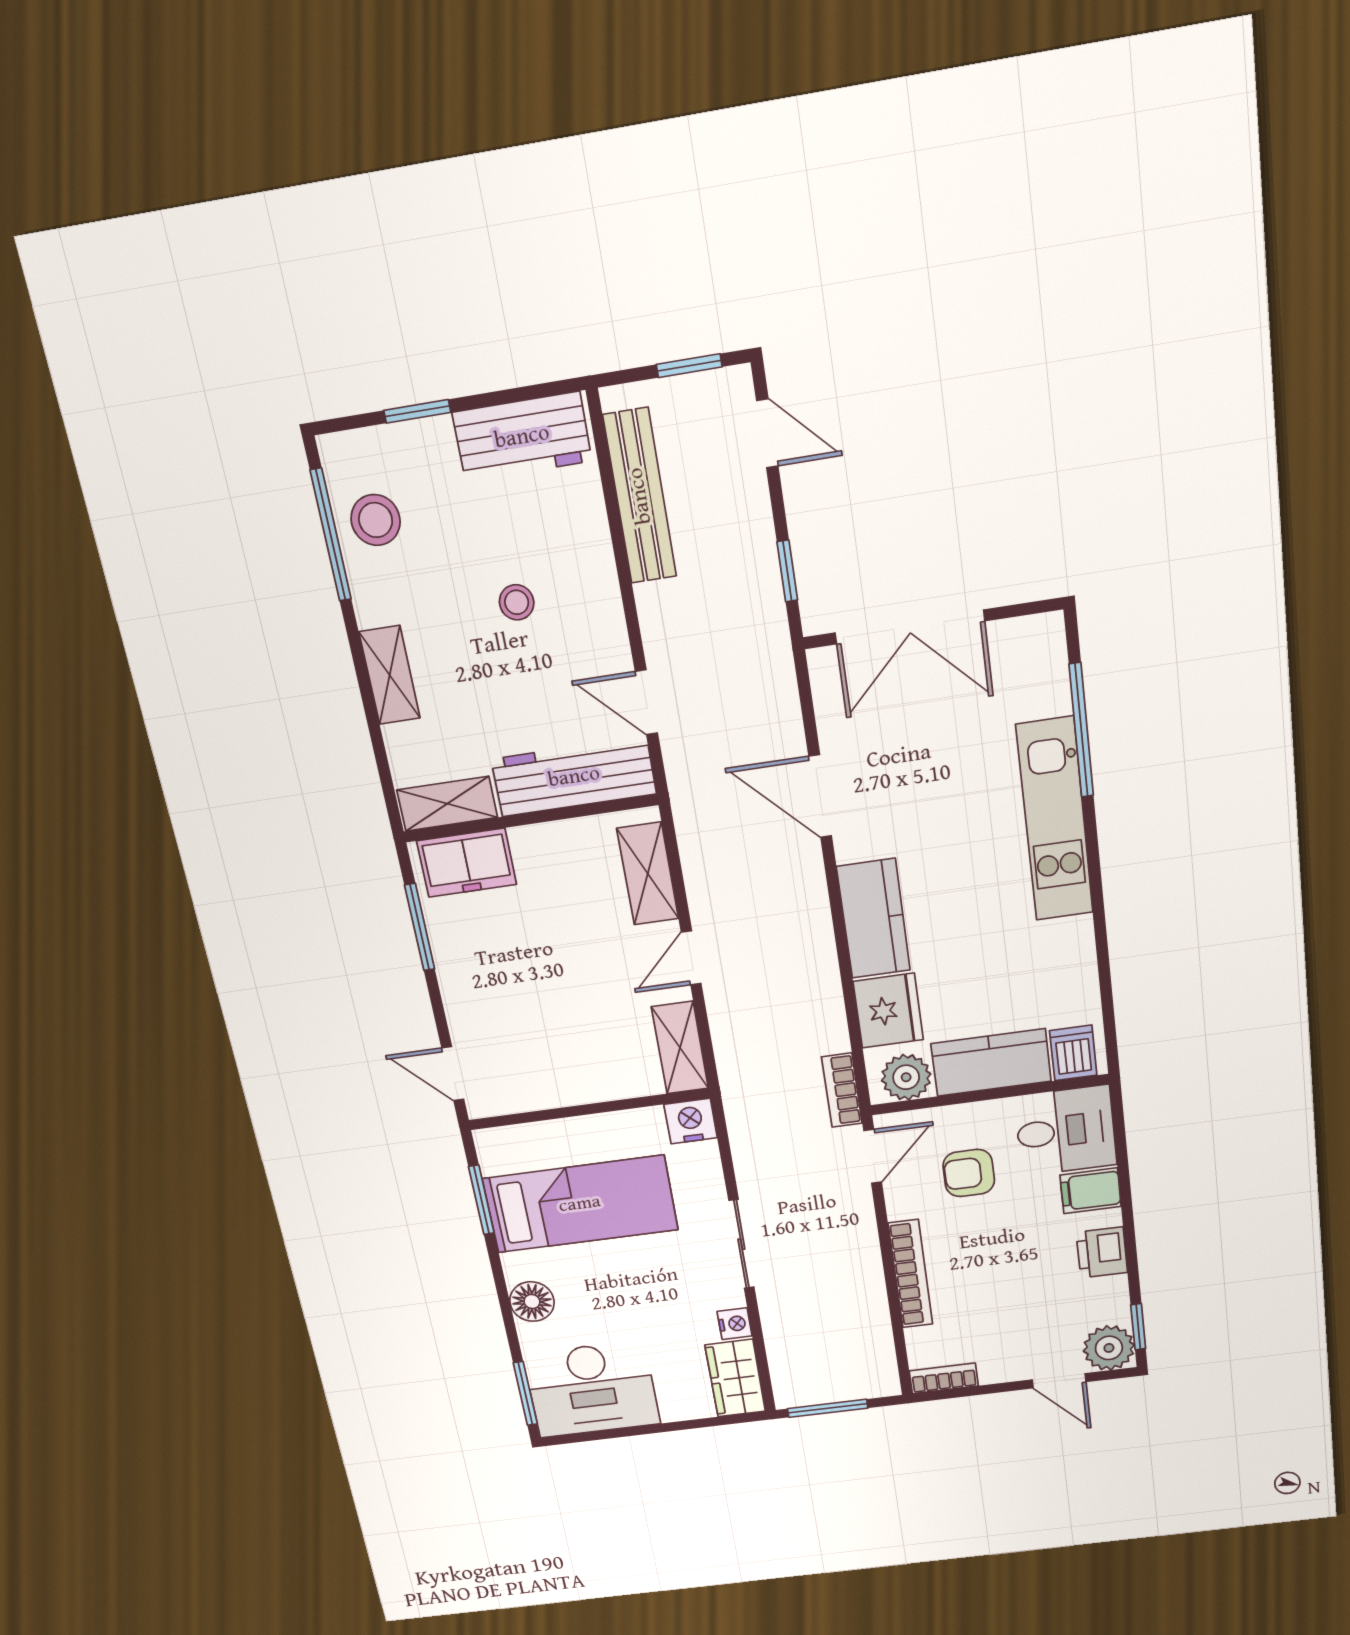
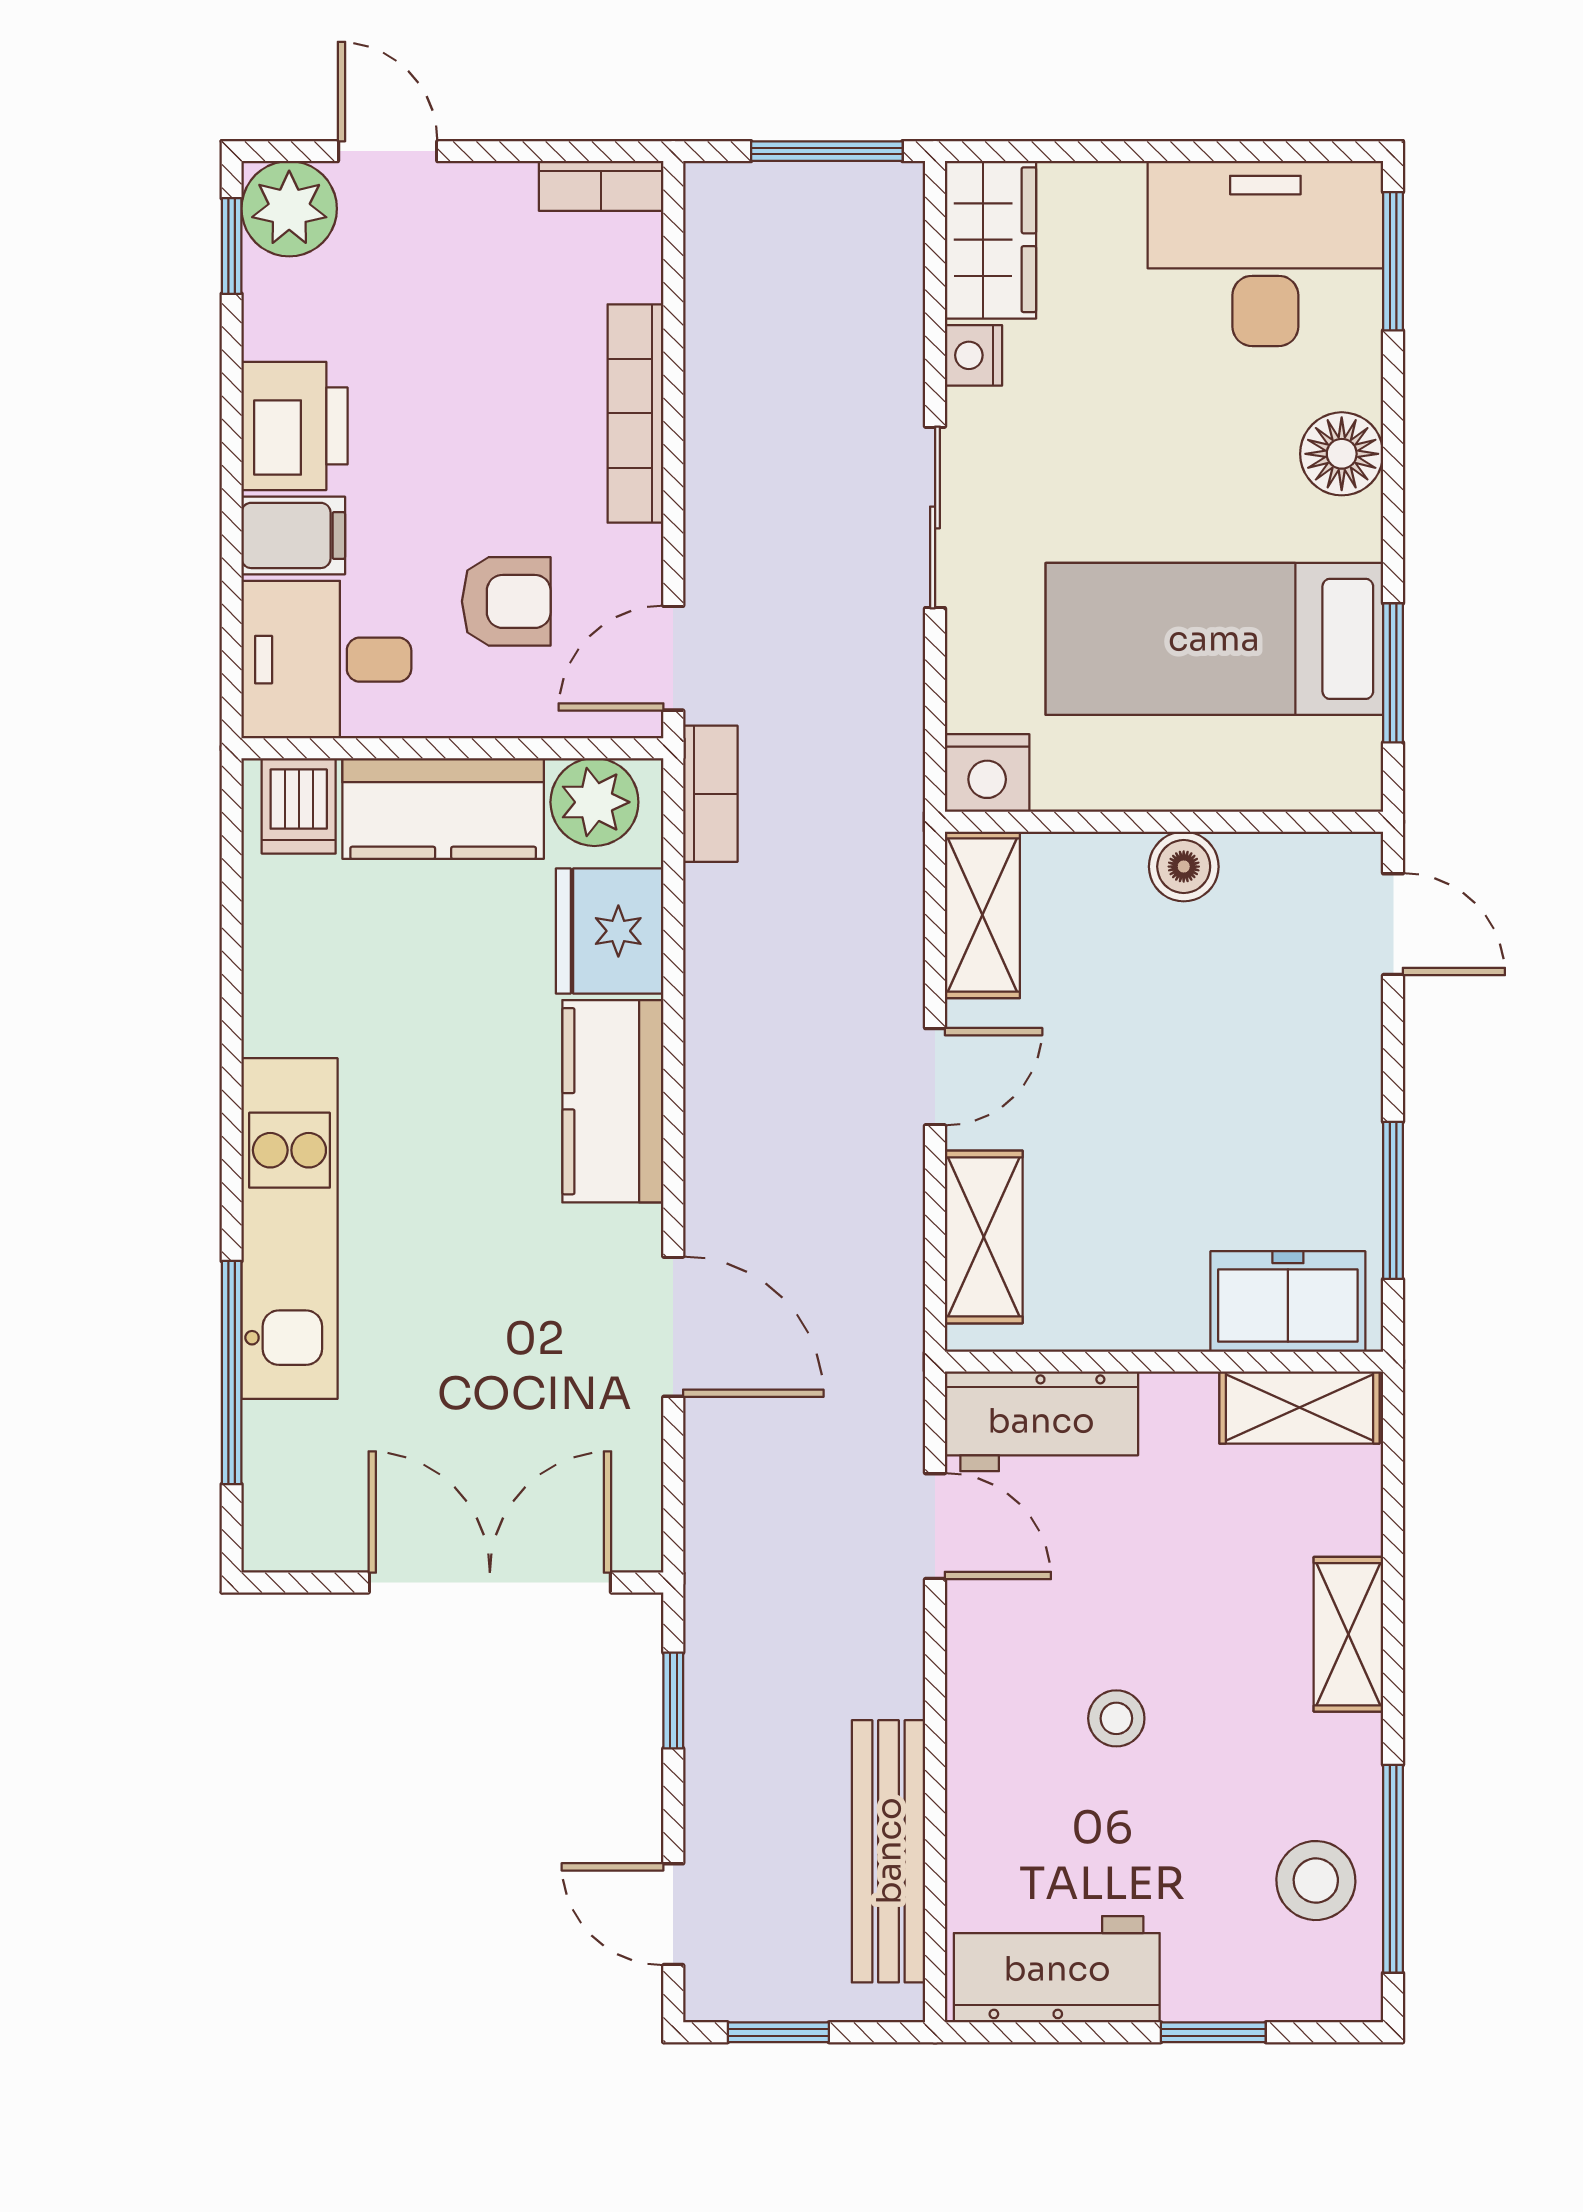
workbench: (574, 777) -> (1041, 1421), width x0.73
boiler: (574, 1088) -> (1184, 867), added
printer: (1102, 1252) -> (295, 426), width x1.36, depth x1.24

